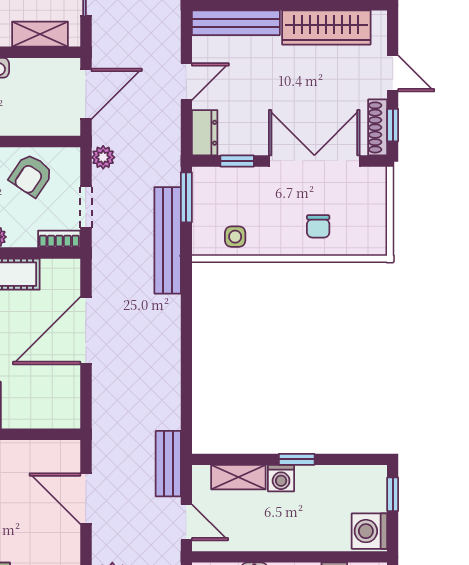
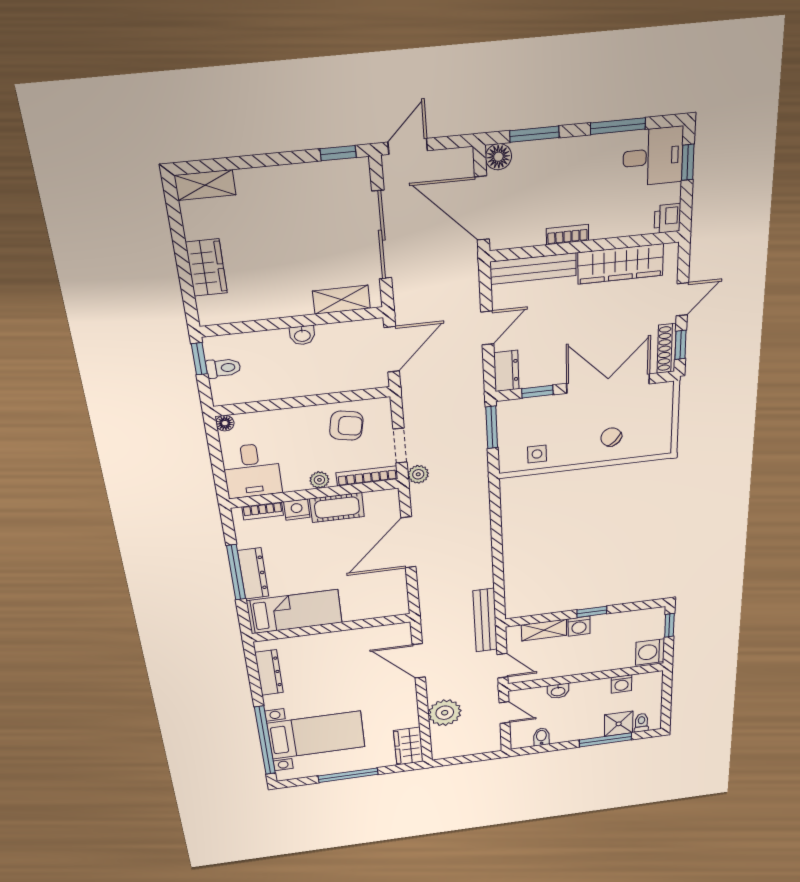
door: (393, 73) -> (682, 299), hinge flipped
plant: (103, 157) -> (418, 474), moved
armchair: (31, 175) -> (346, 426), turned -113
chair: (318, 226) -> (611, 437), turned 134
bookcase: (59, 239) -> (367, 476), width x1.56
bench: (168, 240) -> (476, 464), removed
bench: (168, 464) -> (485, 620), width x1.36

